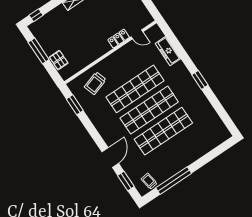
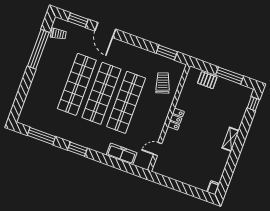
locker: (119, 39) -> (176, 119), moved
window: (221, 111) -> (41, 136), added

